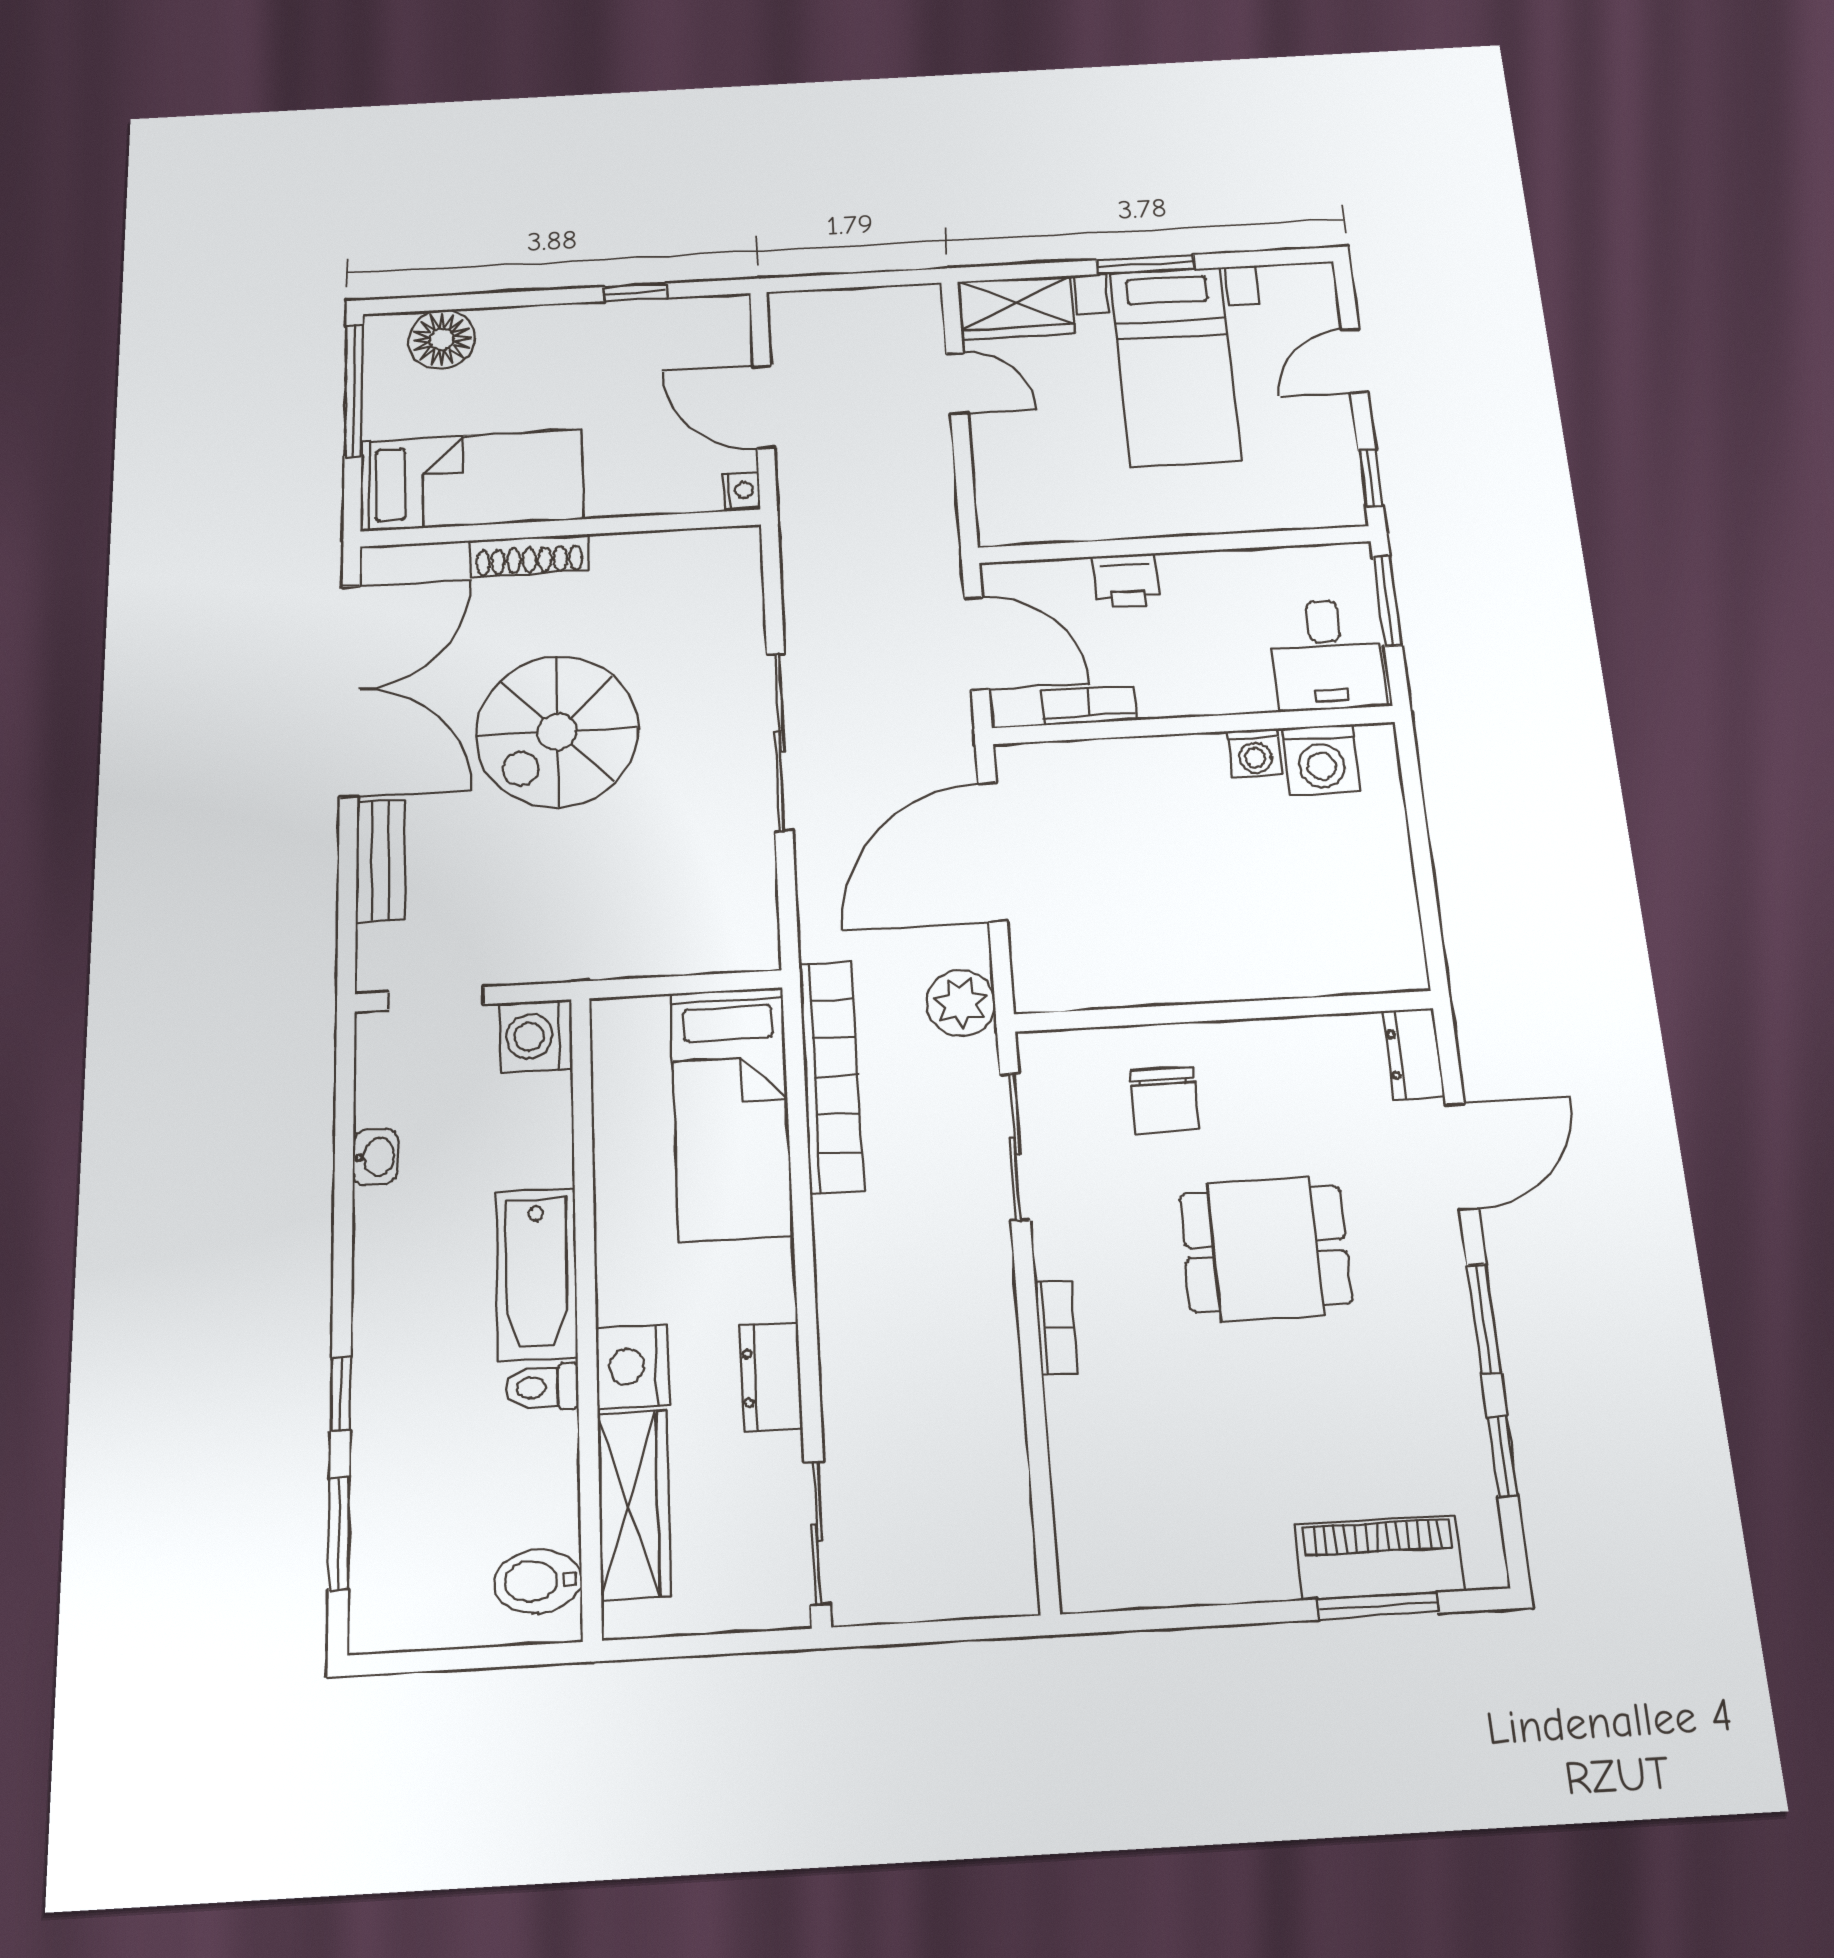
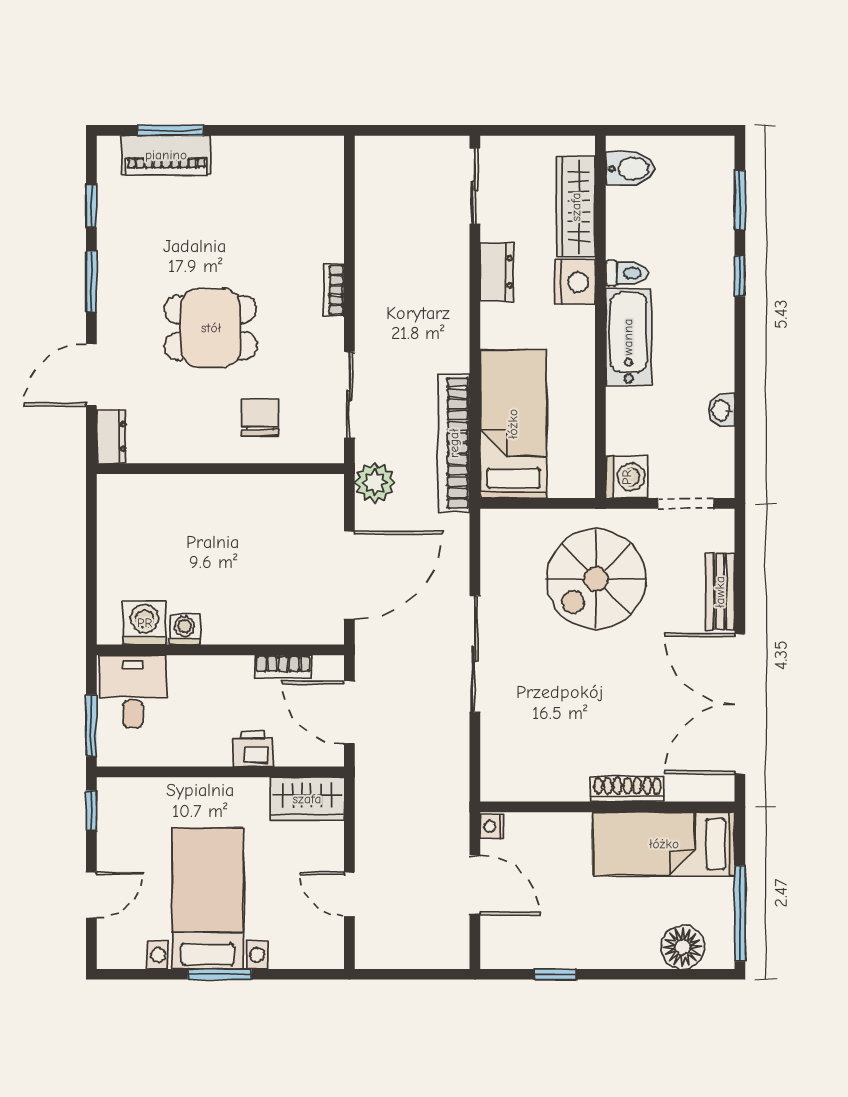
wardrobe: (1016, 308) -> (307, 799), moved, turned 180
spiral stairs: (557, 732) -> (596, 579), moved, turned 180

